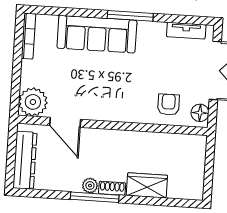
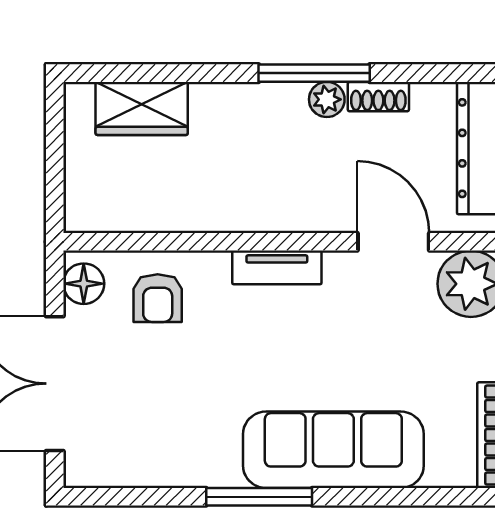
tv unit: (186, 31) -> (277, 267), moved, turned 180
wardrobe: (147, 185) -> (142, 108), moved
shoe rack: (112, 188) -> (378, 97), moved

